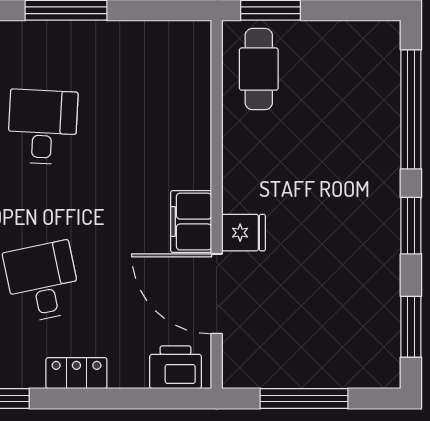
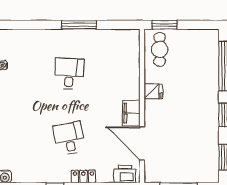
fridge: (244, 233) -> (153, 91), moved

